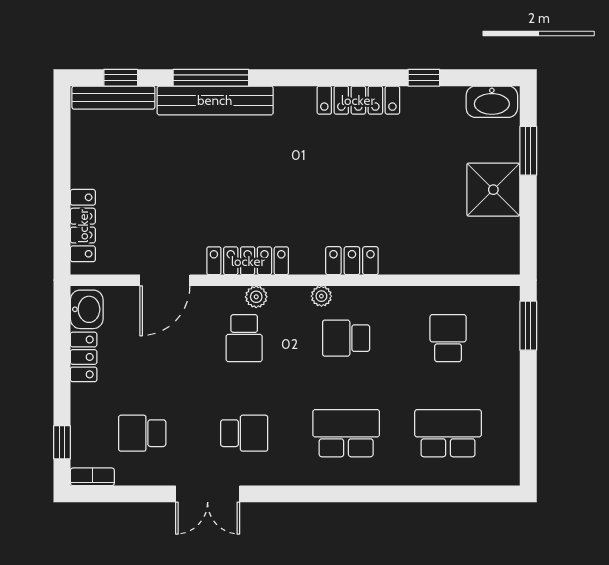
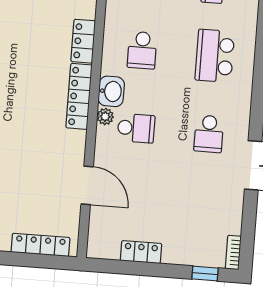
locker: (248, 261) -> (79, 96), moved
plant: (321, 296) -> (109, 67), removed
washbasin: (87, 309) -> (111, 91), moved, turned 90
school desk: (142, 433) -> (203, 212), removed
school desk: (244, 433) -> (209, 134), turned 180

